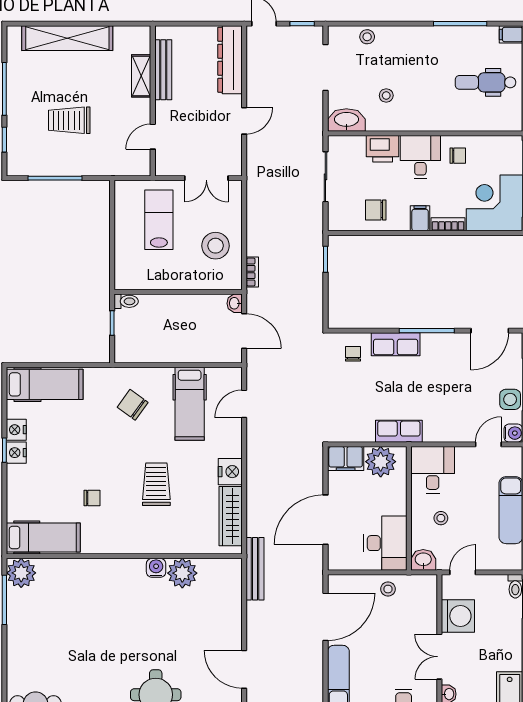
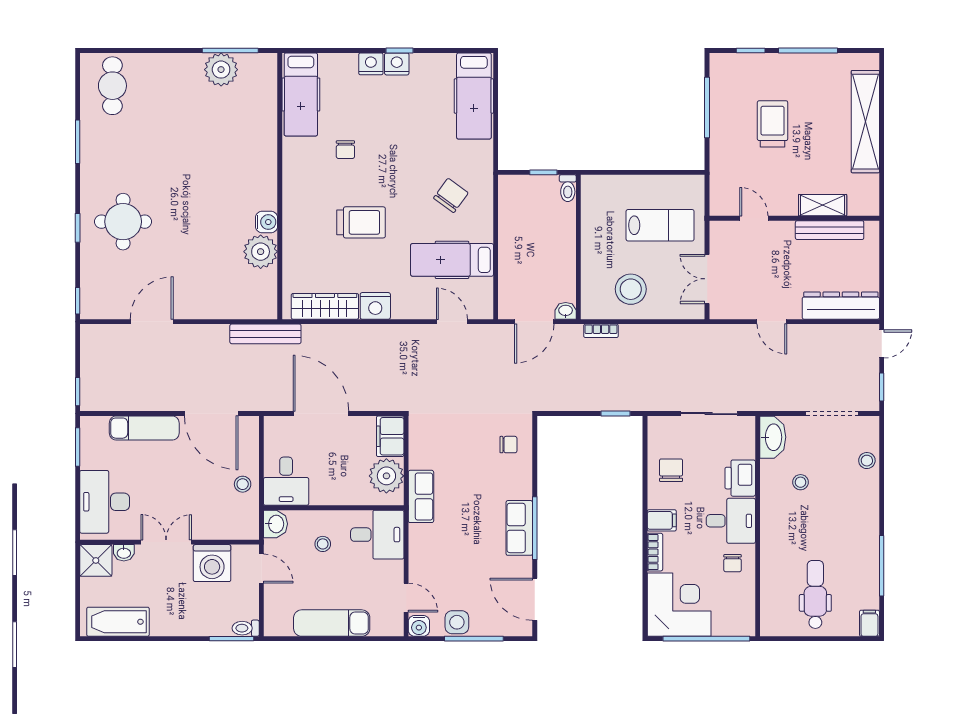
row of seats: (396, 344) -> (519, 528), moved
nightstand: (16, 430) -> (371, 64), moved
desk: (385, 543) -> (286, 481), width x0.73
plant: (21, 573) -> (221, 70), moved

